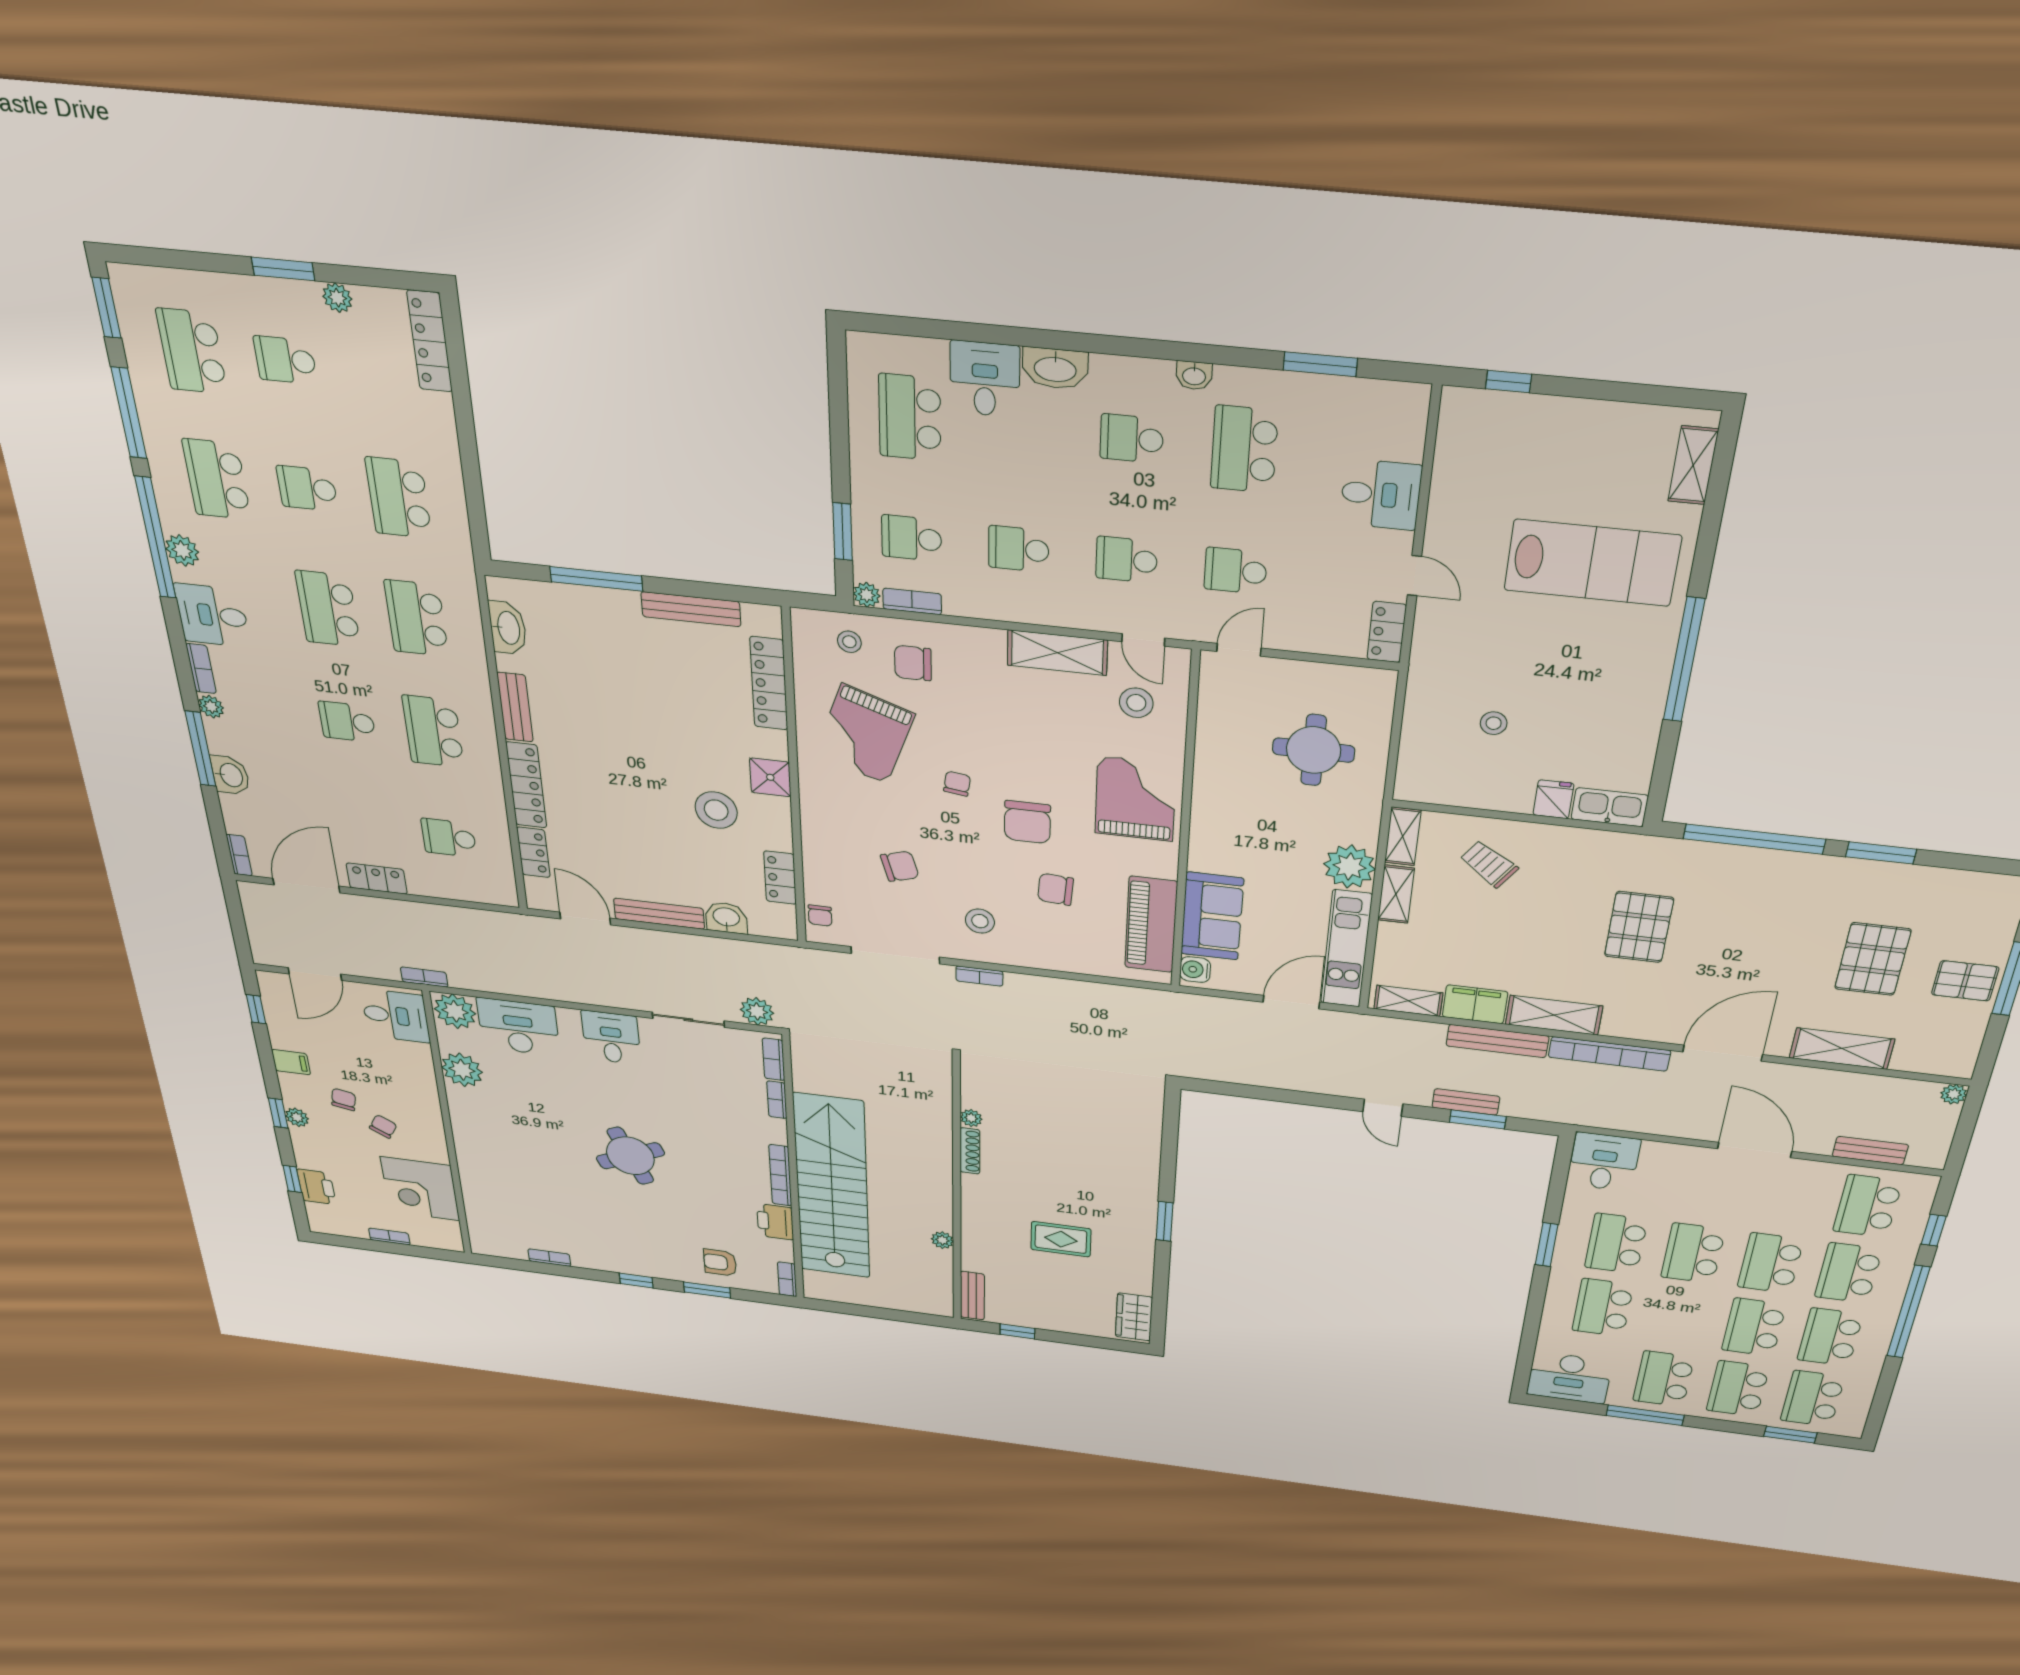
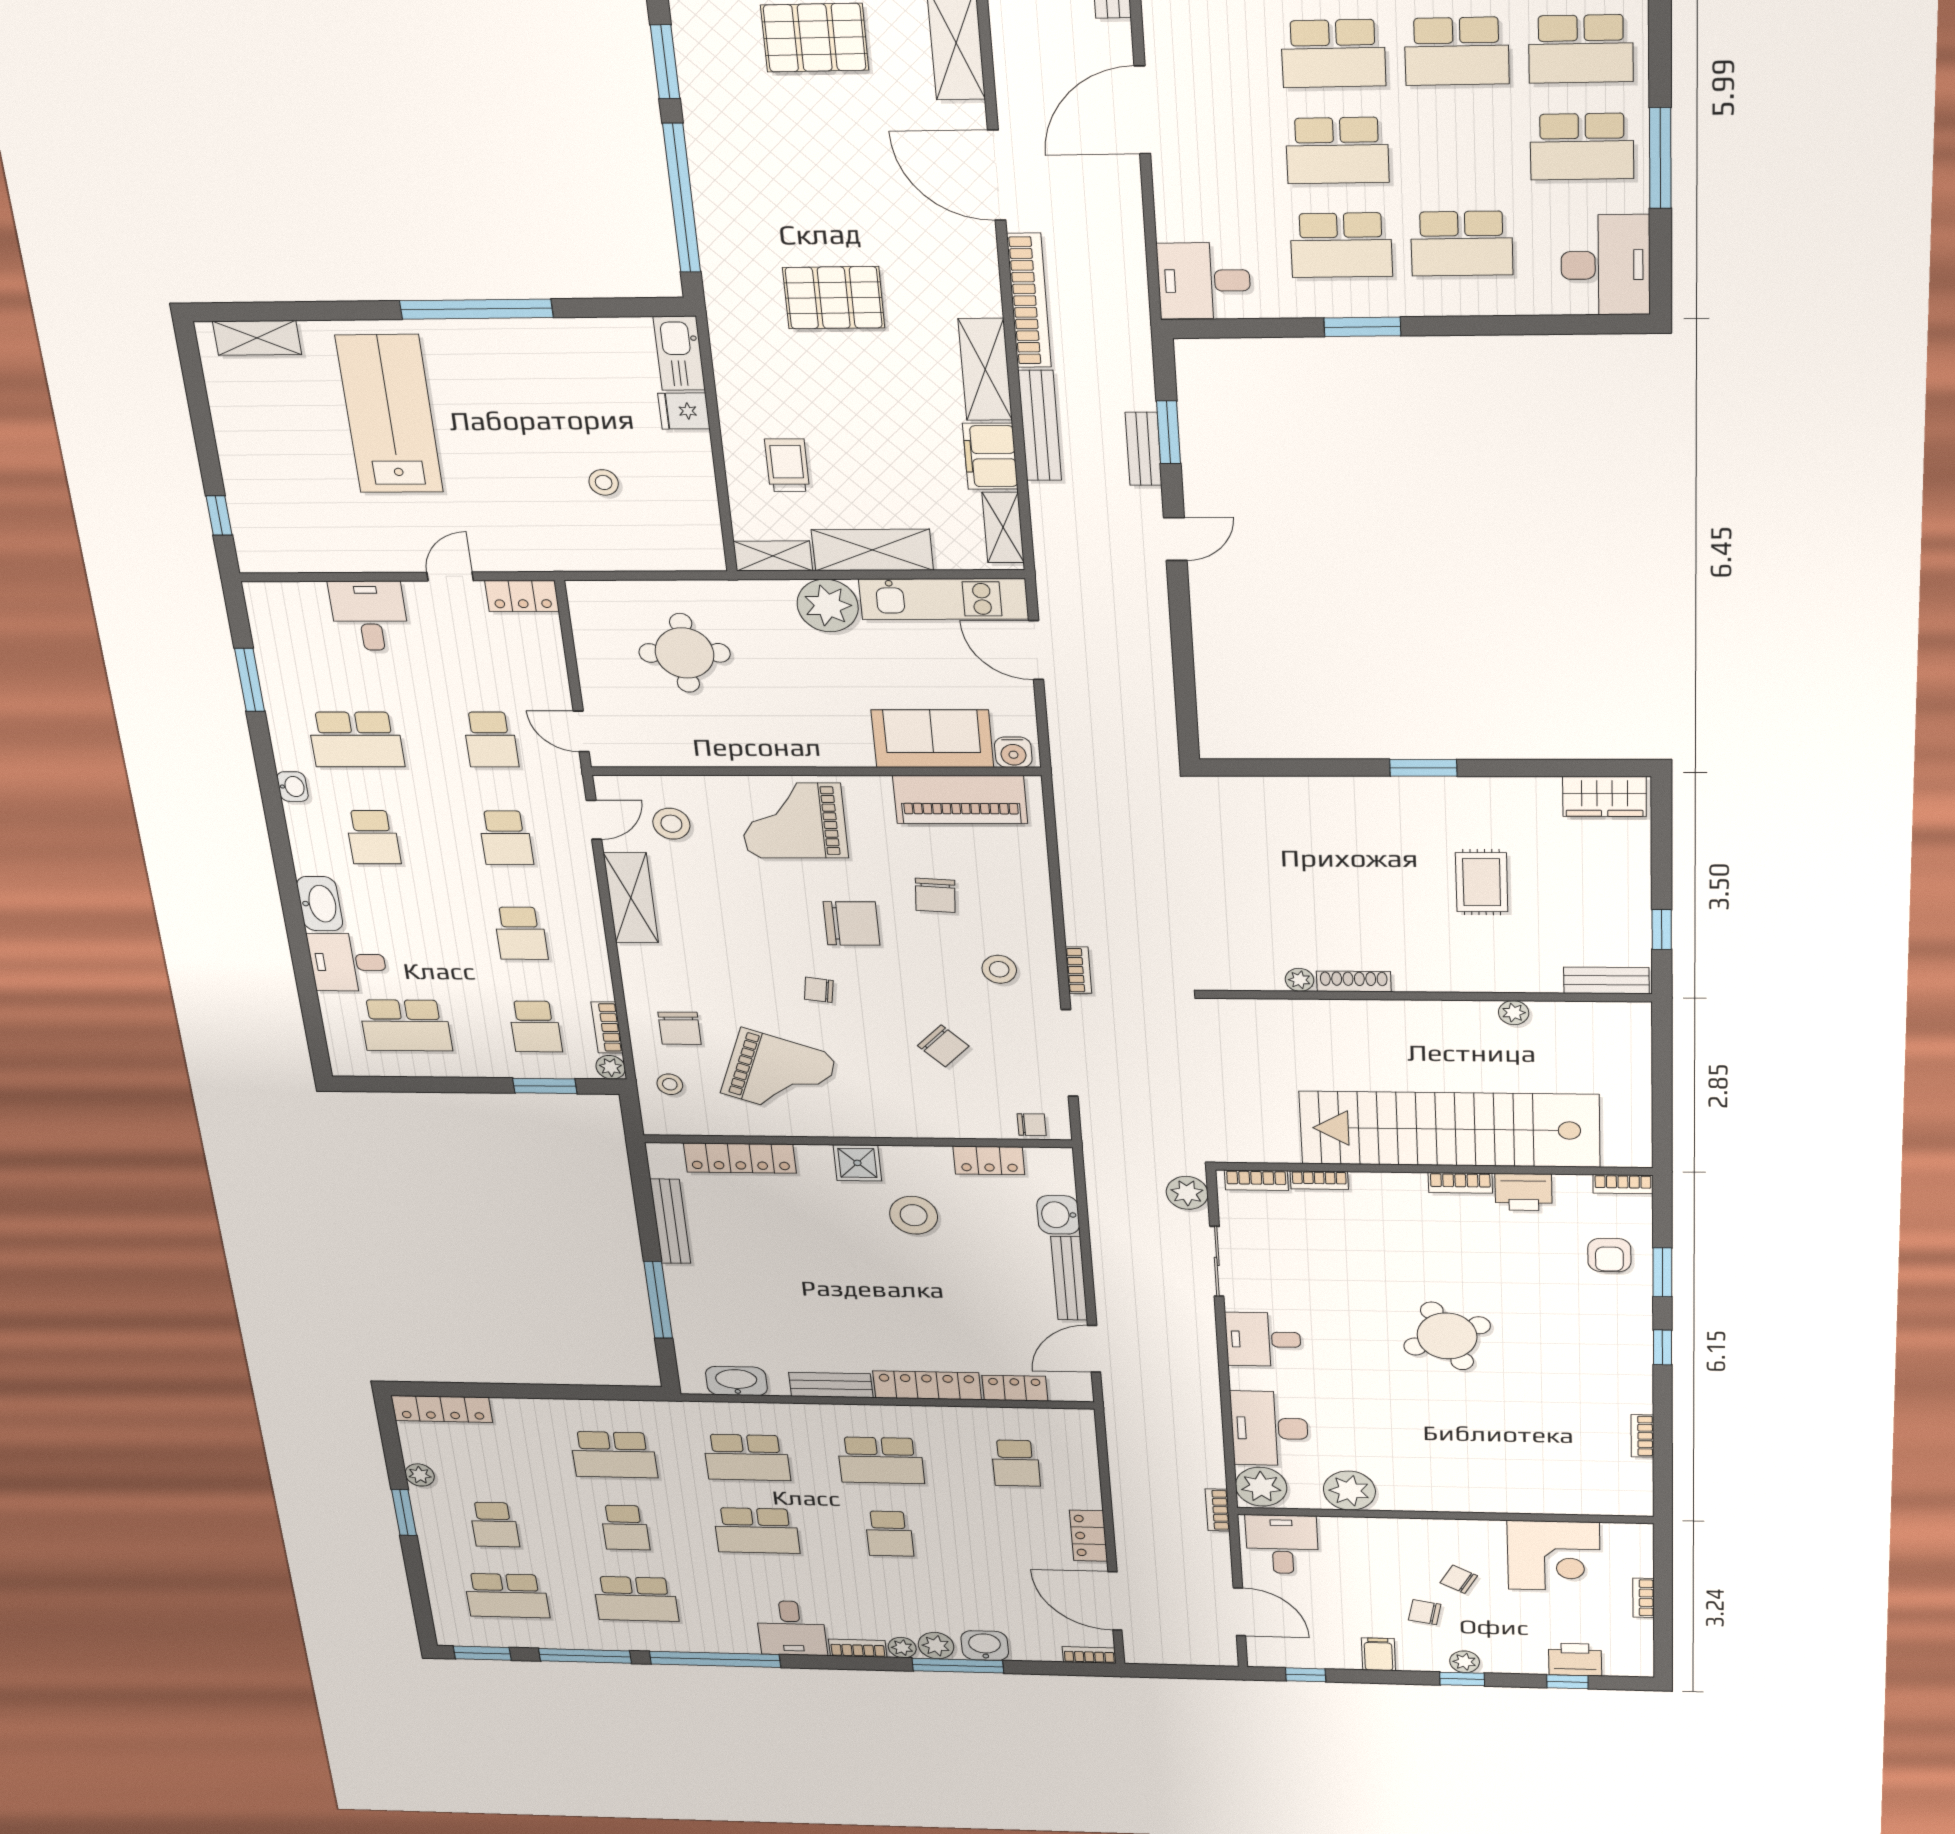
plant: (182, 550) -> (936, 1646), moved
trolley: (1489, 864) -> (787, 465), turned 145
chair: (900, 866) -> (943, 1046), turned 151
shelving: (1396, 894) -> (872, 550), width x1.50, depth x1.33
bookcase: (780, 1175) -> (1460, 1183), width x0.64

